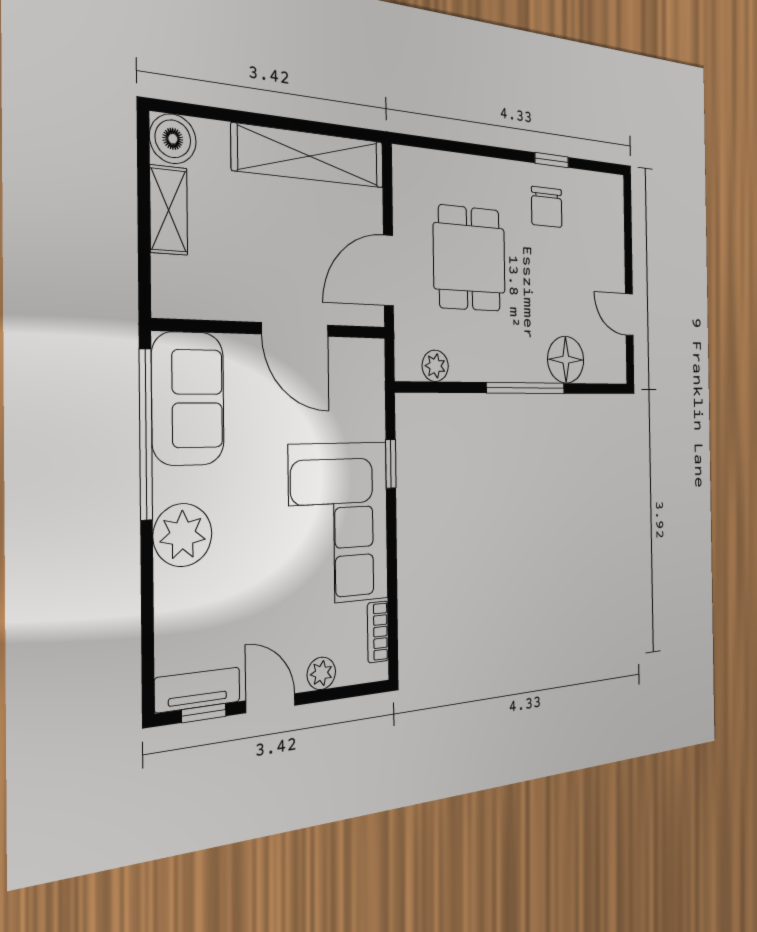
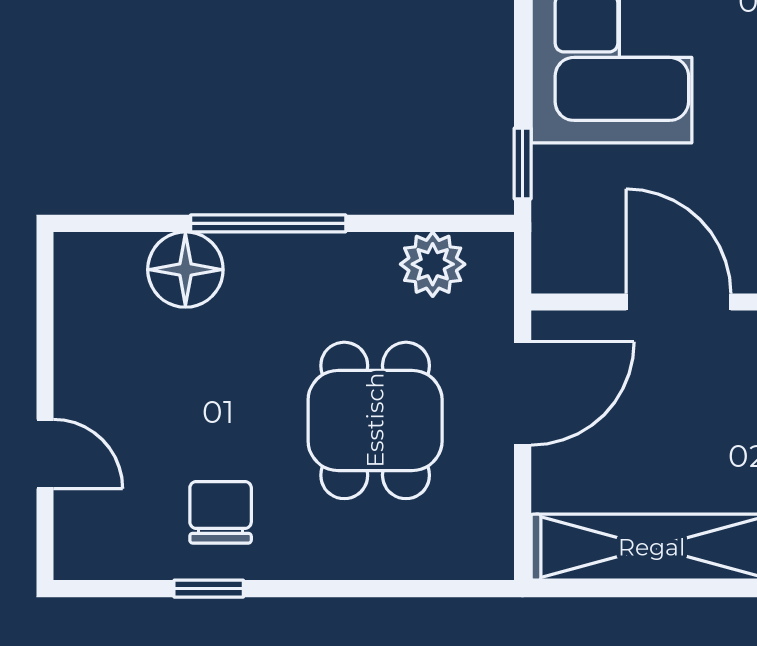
door: (629, 315) -> (45, 454), moved
plant: (435, 366) -> (433, 264), width x1.38, depth x1.38
window: (391, 464) -> (523, 164), moved

